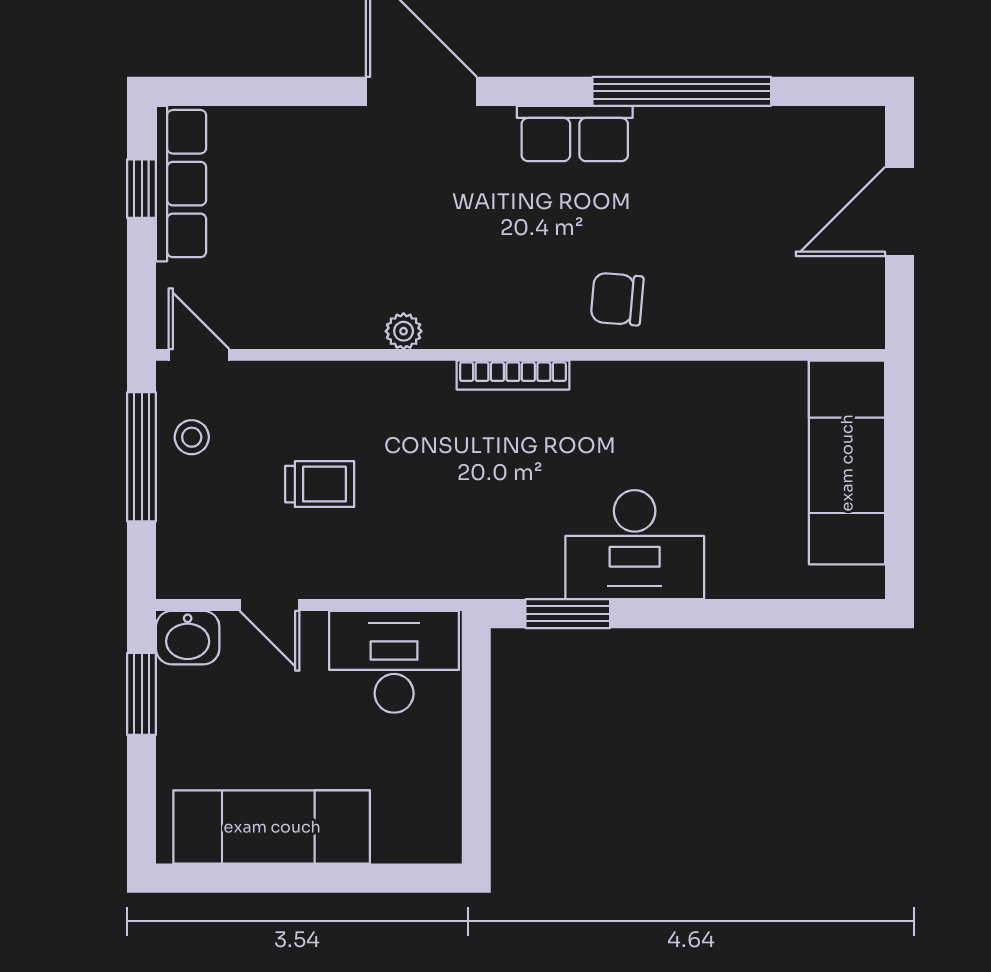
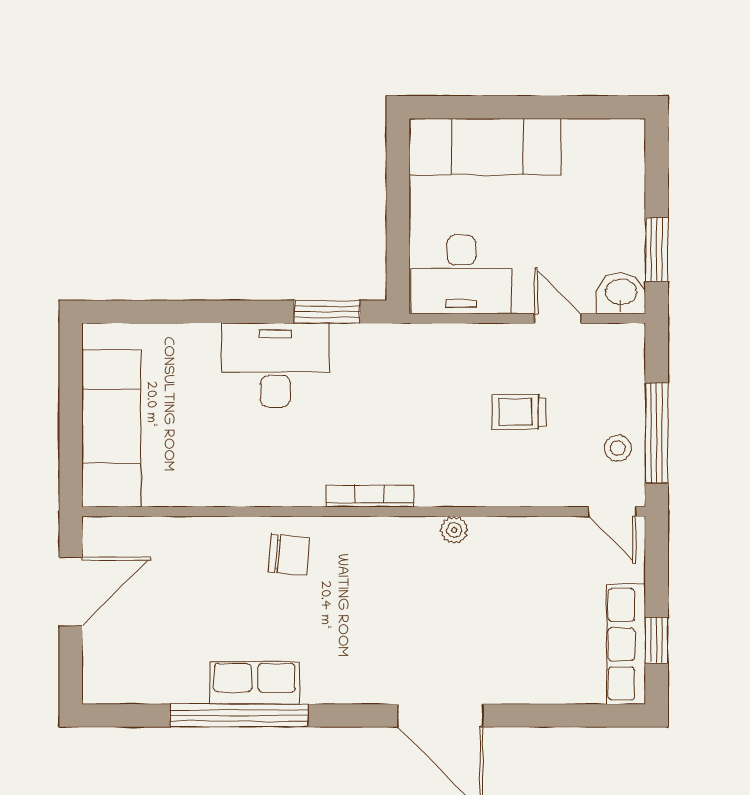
row of seats: (575, 133) -> (255, 683), moved
door: (899, 211) -> (71, 591), moved
exam couch: (272, 827) -> (485, 147), moved

